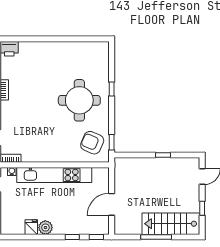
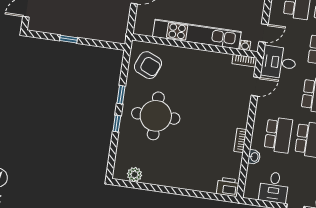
plant: (90, 48) -> (135, 175), added
window: (112, 142) -> (121, 95), moved

